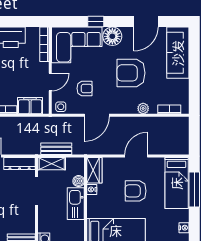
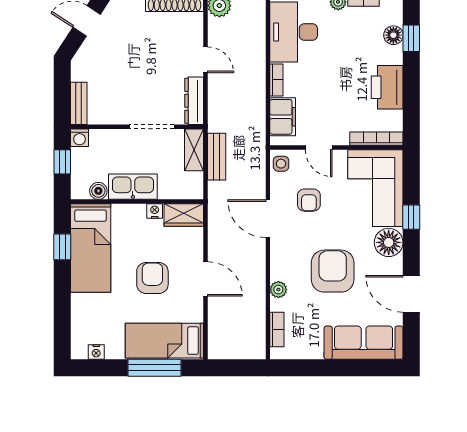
boiler: (79, 181) -> (98, 191), moved

